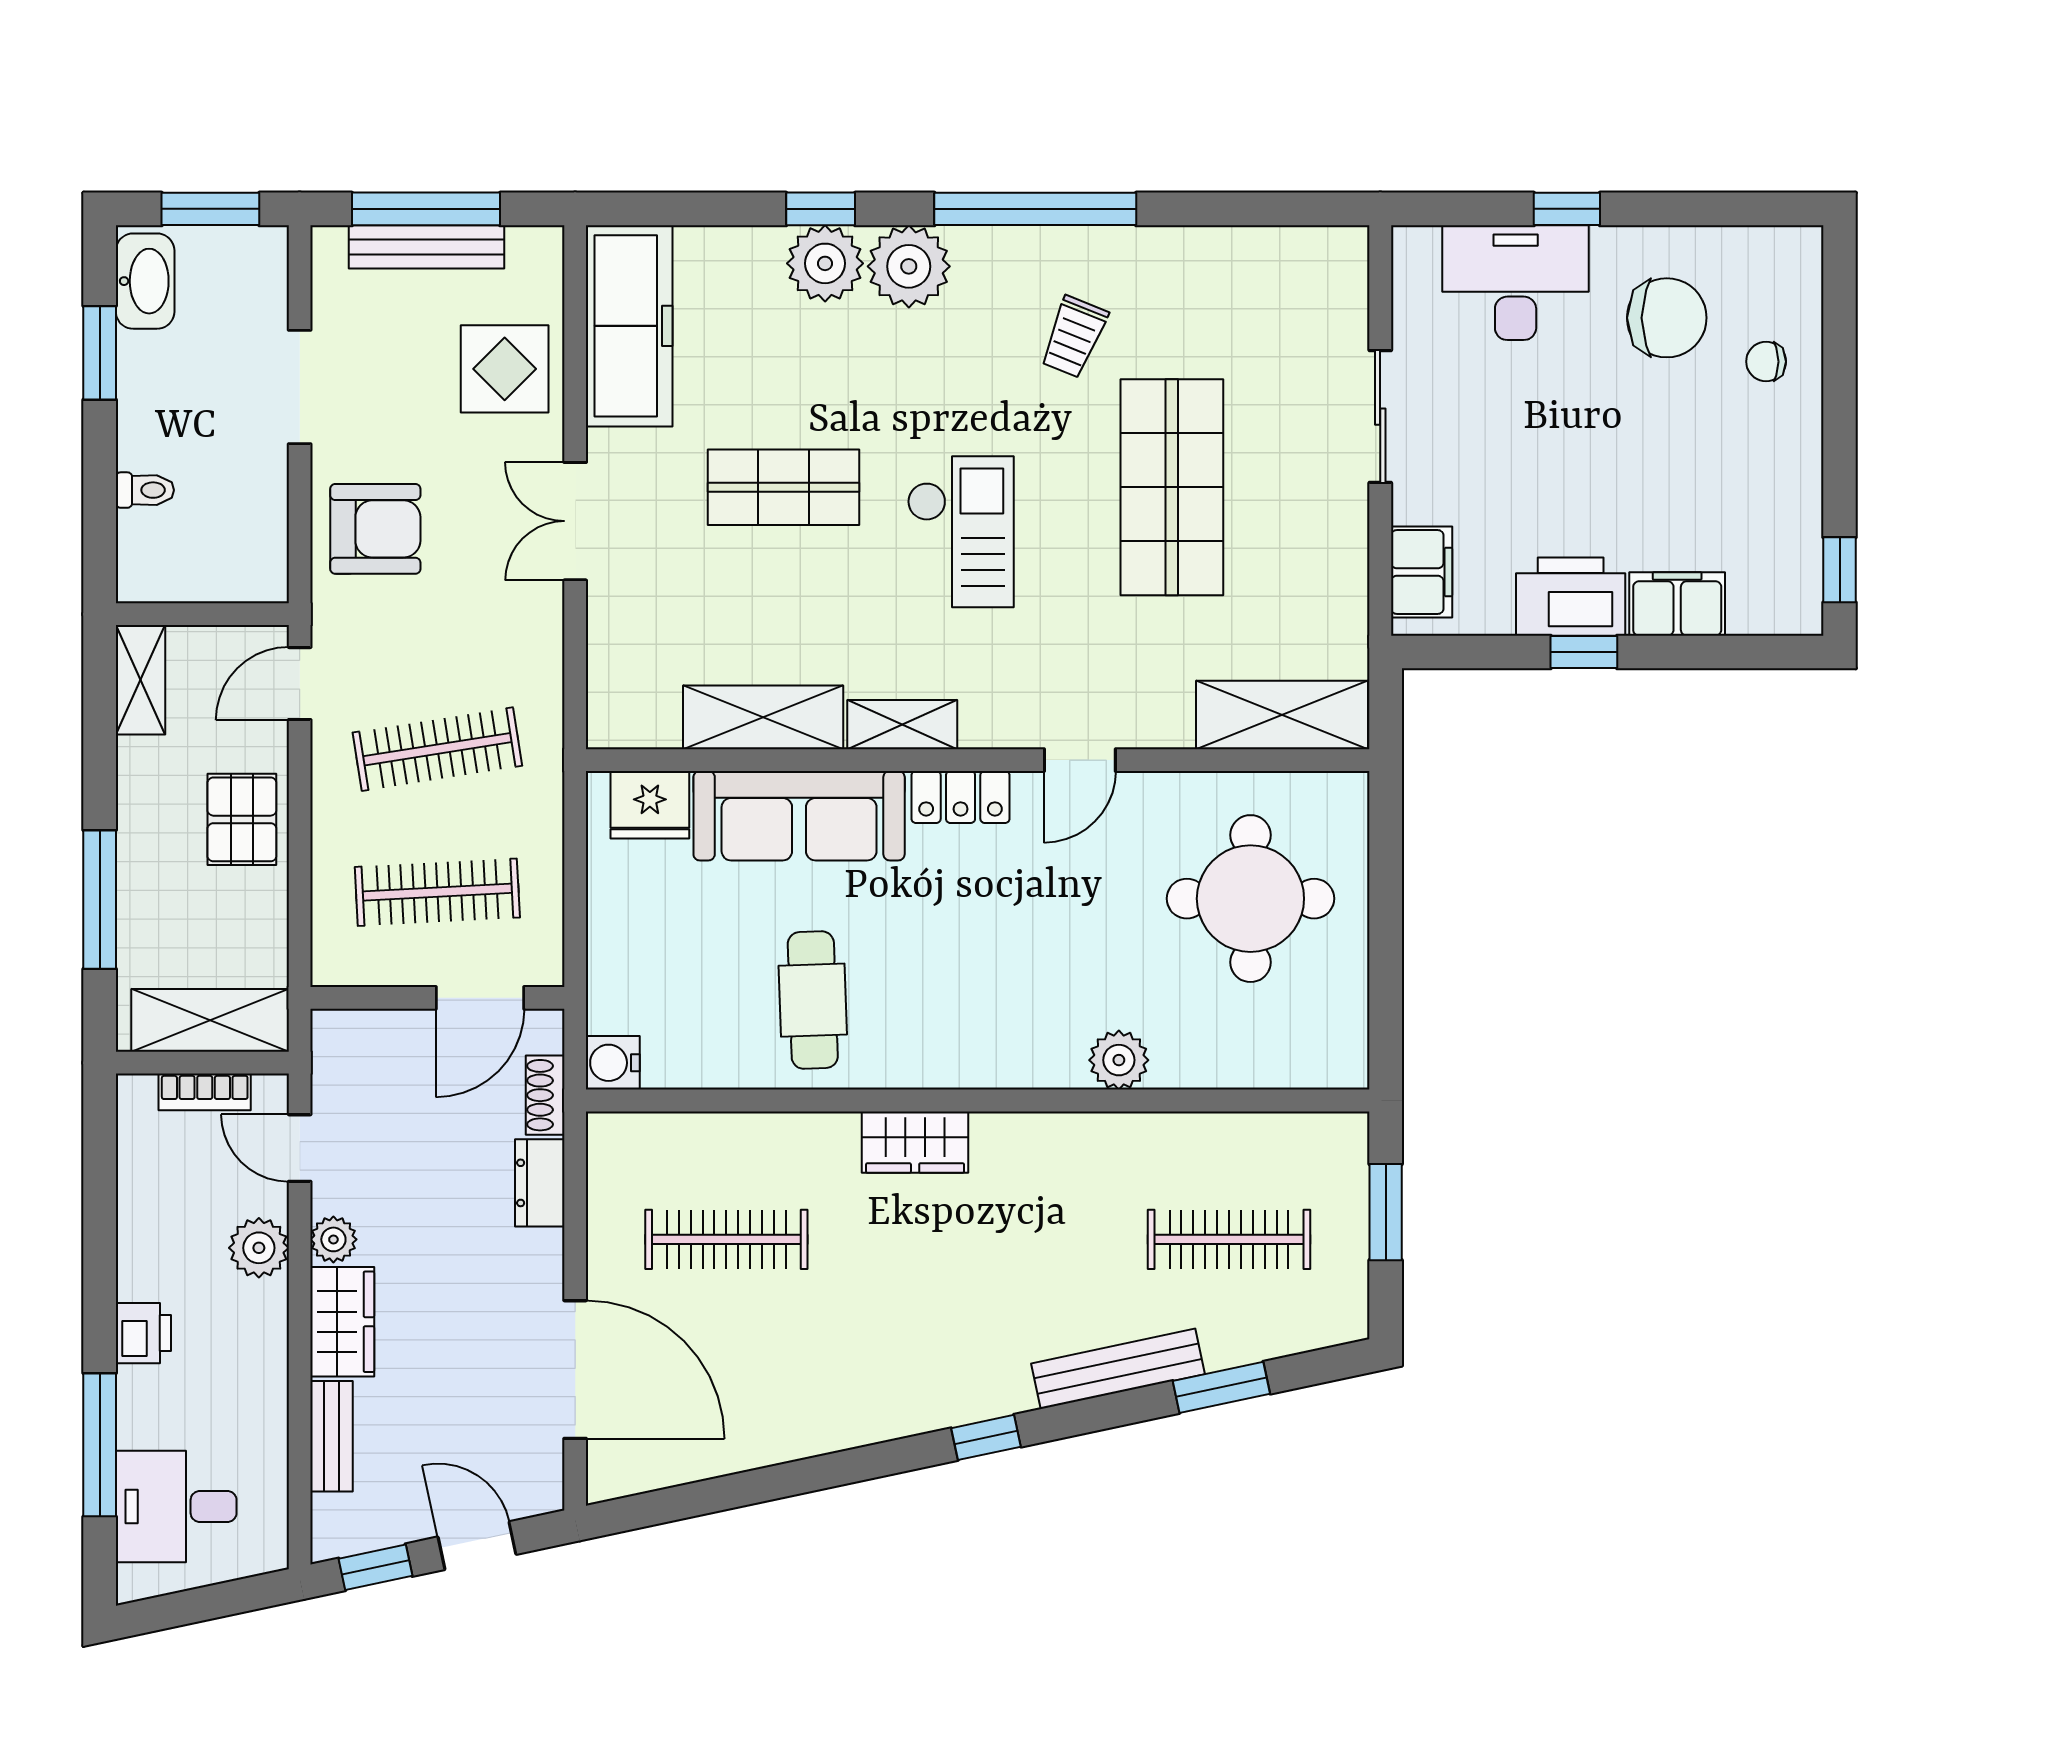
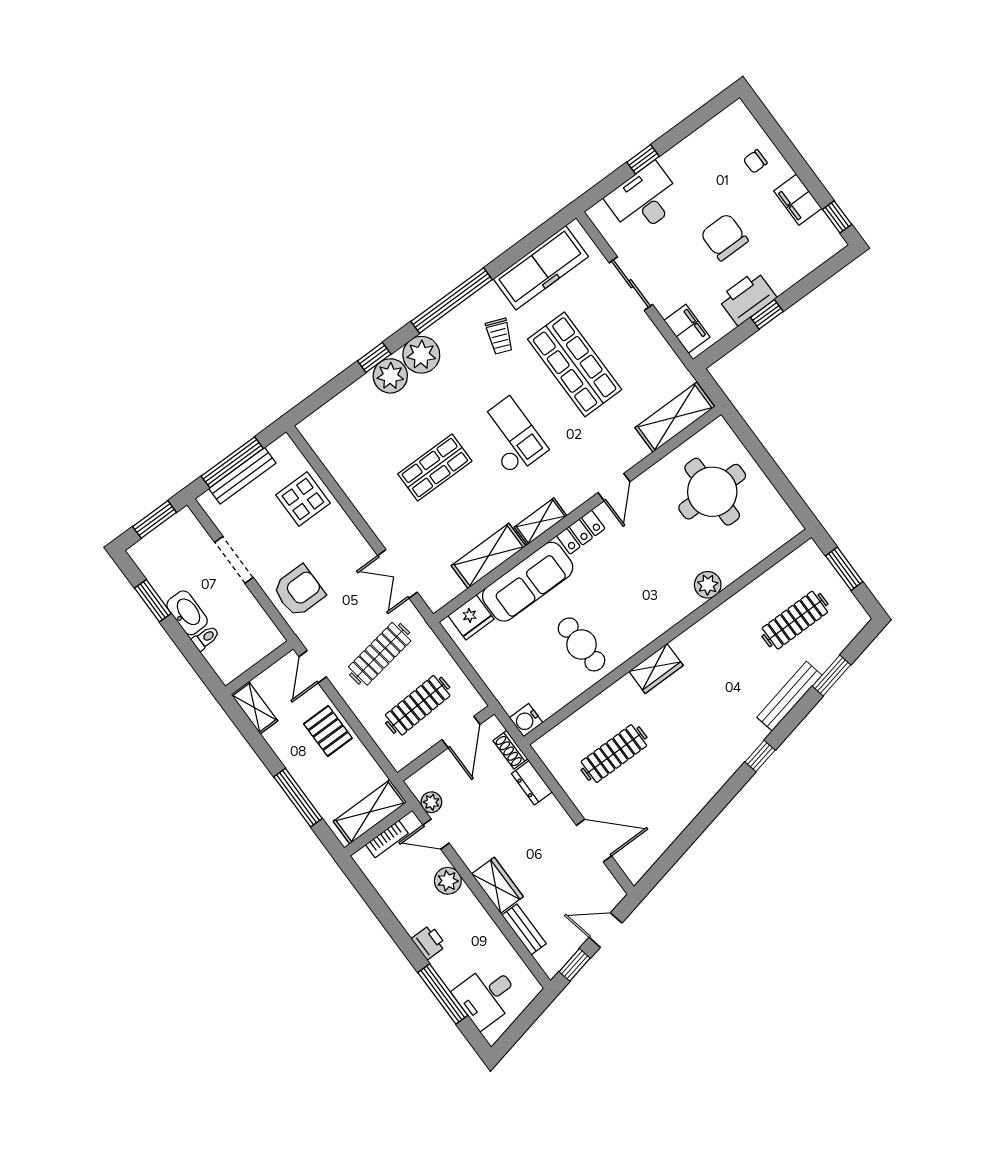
washbasin: (145, 281) -> (187, 613), moved
chair: (1667, 318) -> (724, 237), moved, turned -90
freezer: (629, 326) -> (541, 268), moved, turned 90
double door: (575, 521) -> (397, 574), moved
filing cabinet: (1677, 604) -> (798, 200), moved, turned -90
plant: (333, 1239) -> (431, 802), moved
door: (575, 1370) -> (594, 841), width x0.73

